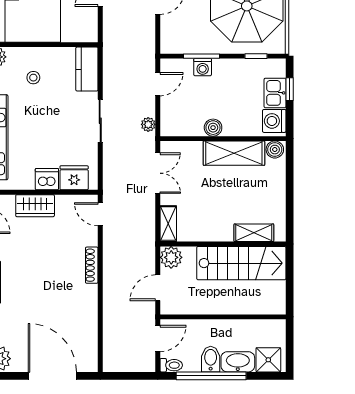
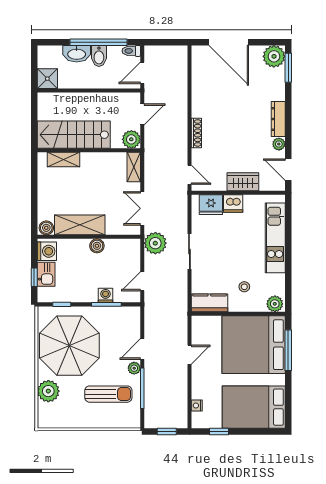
kitchen counter: (87, 69) -> (209, 303), moved, turned -90
plant: (148, 124) -> (155, 243), width x1.87, depth x1.87
shower: (268, 360) -> (47, 79), moved

